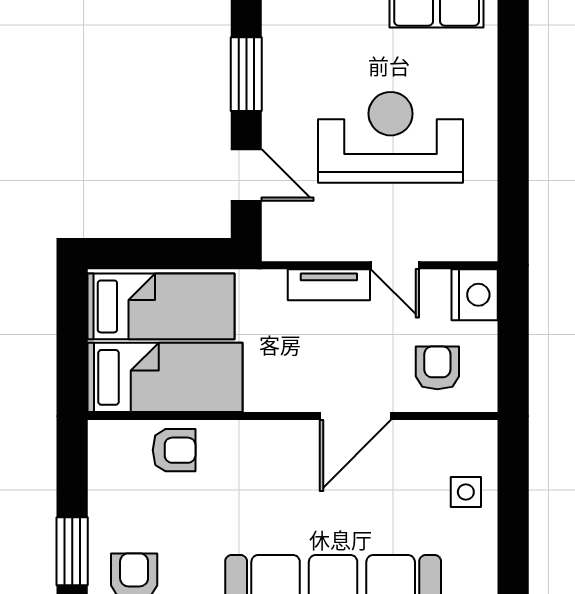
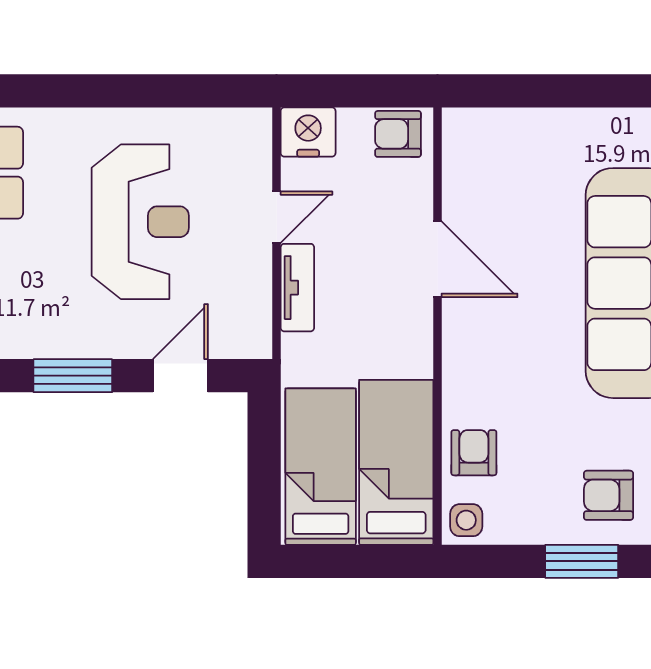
reception desk: (391, 137) -> (140, 222), turned 180
armchair: (437, 368) -> (398, 134), moved
side table: (466, 492) -> (466, 520), moved

